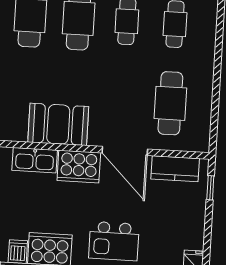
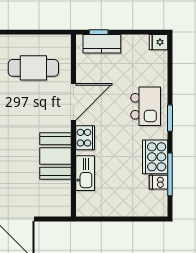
cooker: (79, 167) -> (85, 138), width x0.73, depth x0.76
kitchen counter: (175, 169) -> (102, 44), moved, turned 90

